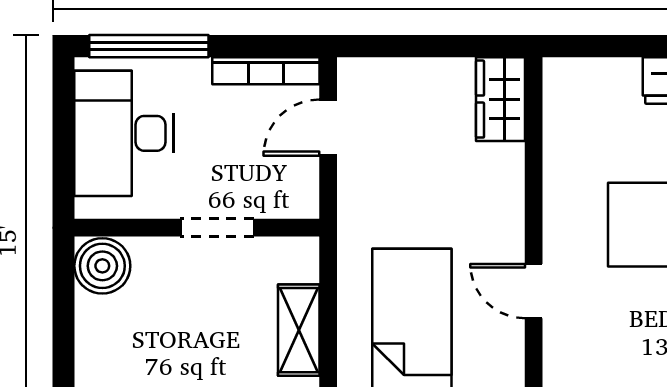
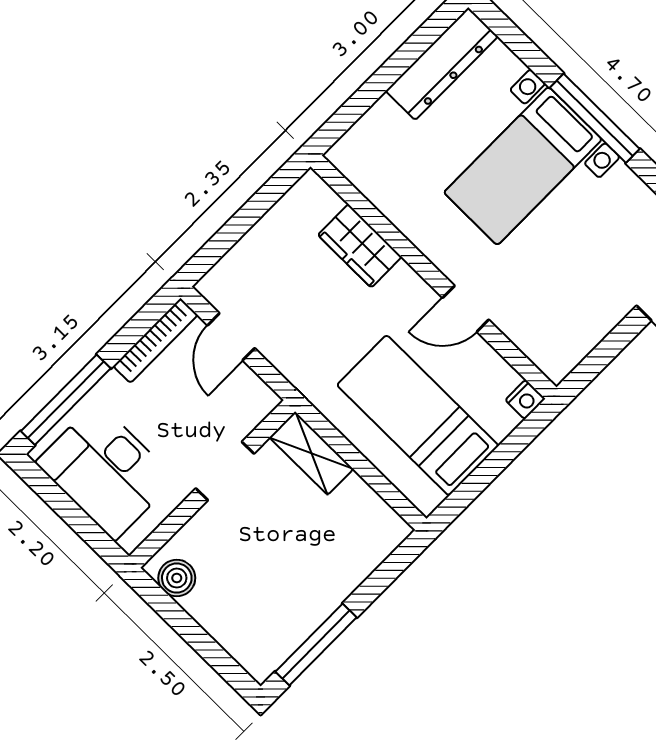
wardrobe: (500, 99) -> (360, 246), moved
boiler: (102, 266) -> (177, 578), width x0.73, depth x0.73
shelving: (299, 330) -> (311, 453), moved

